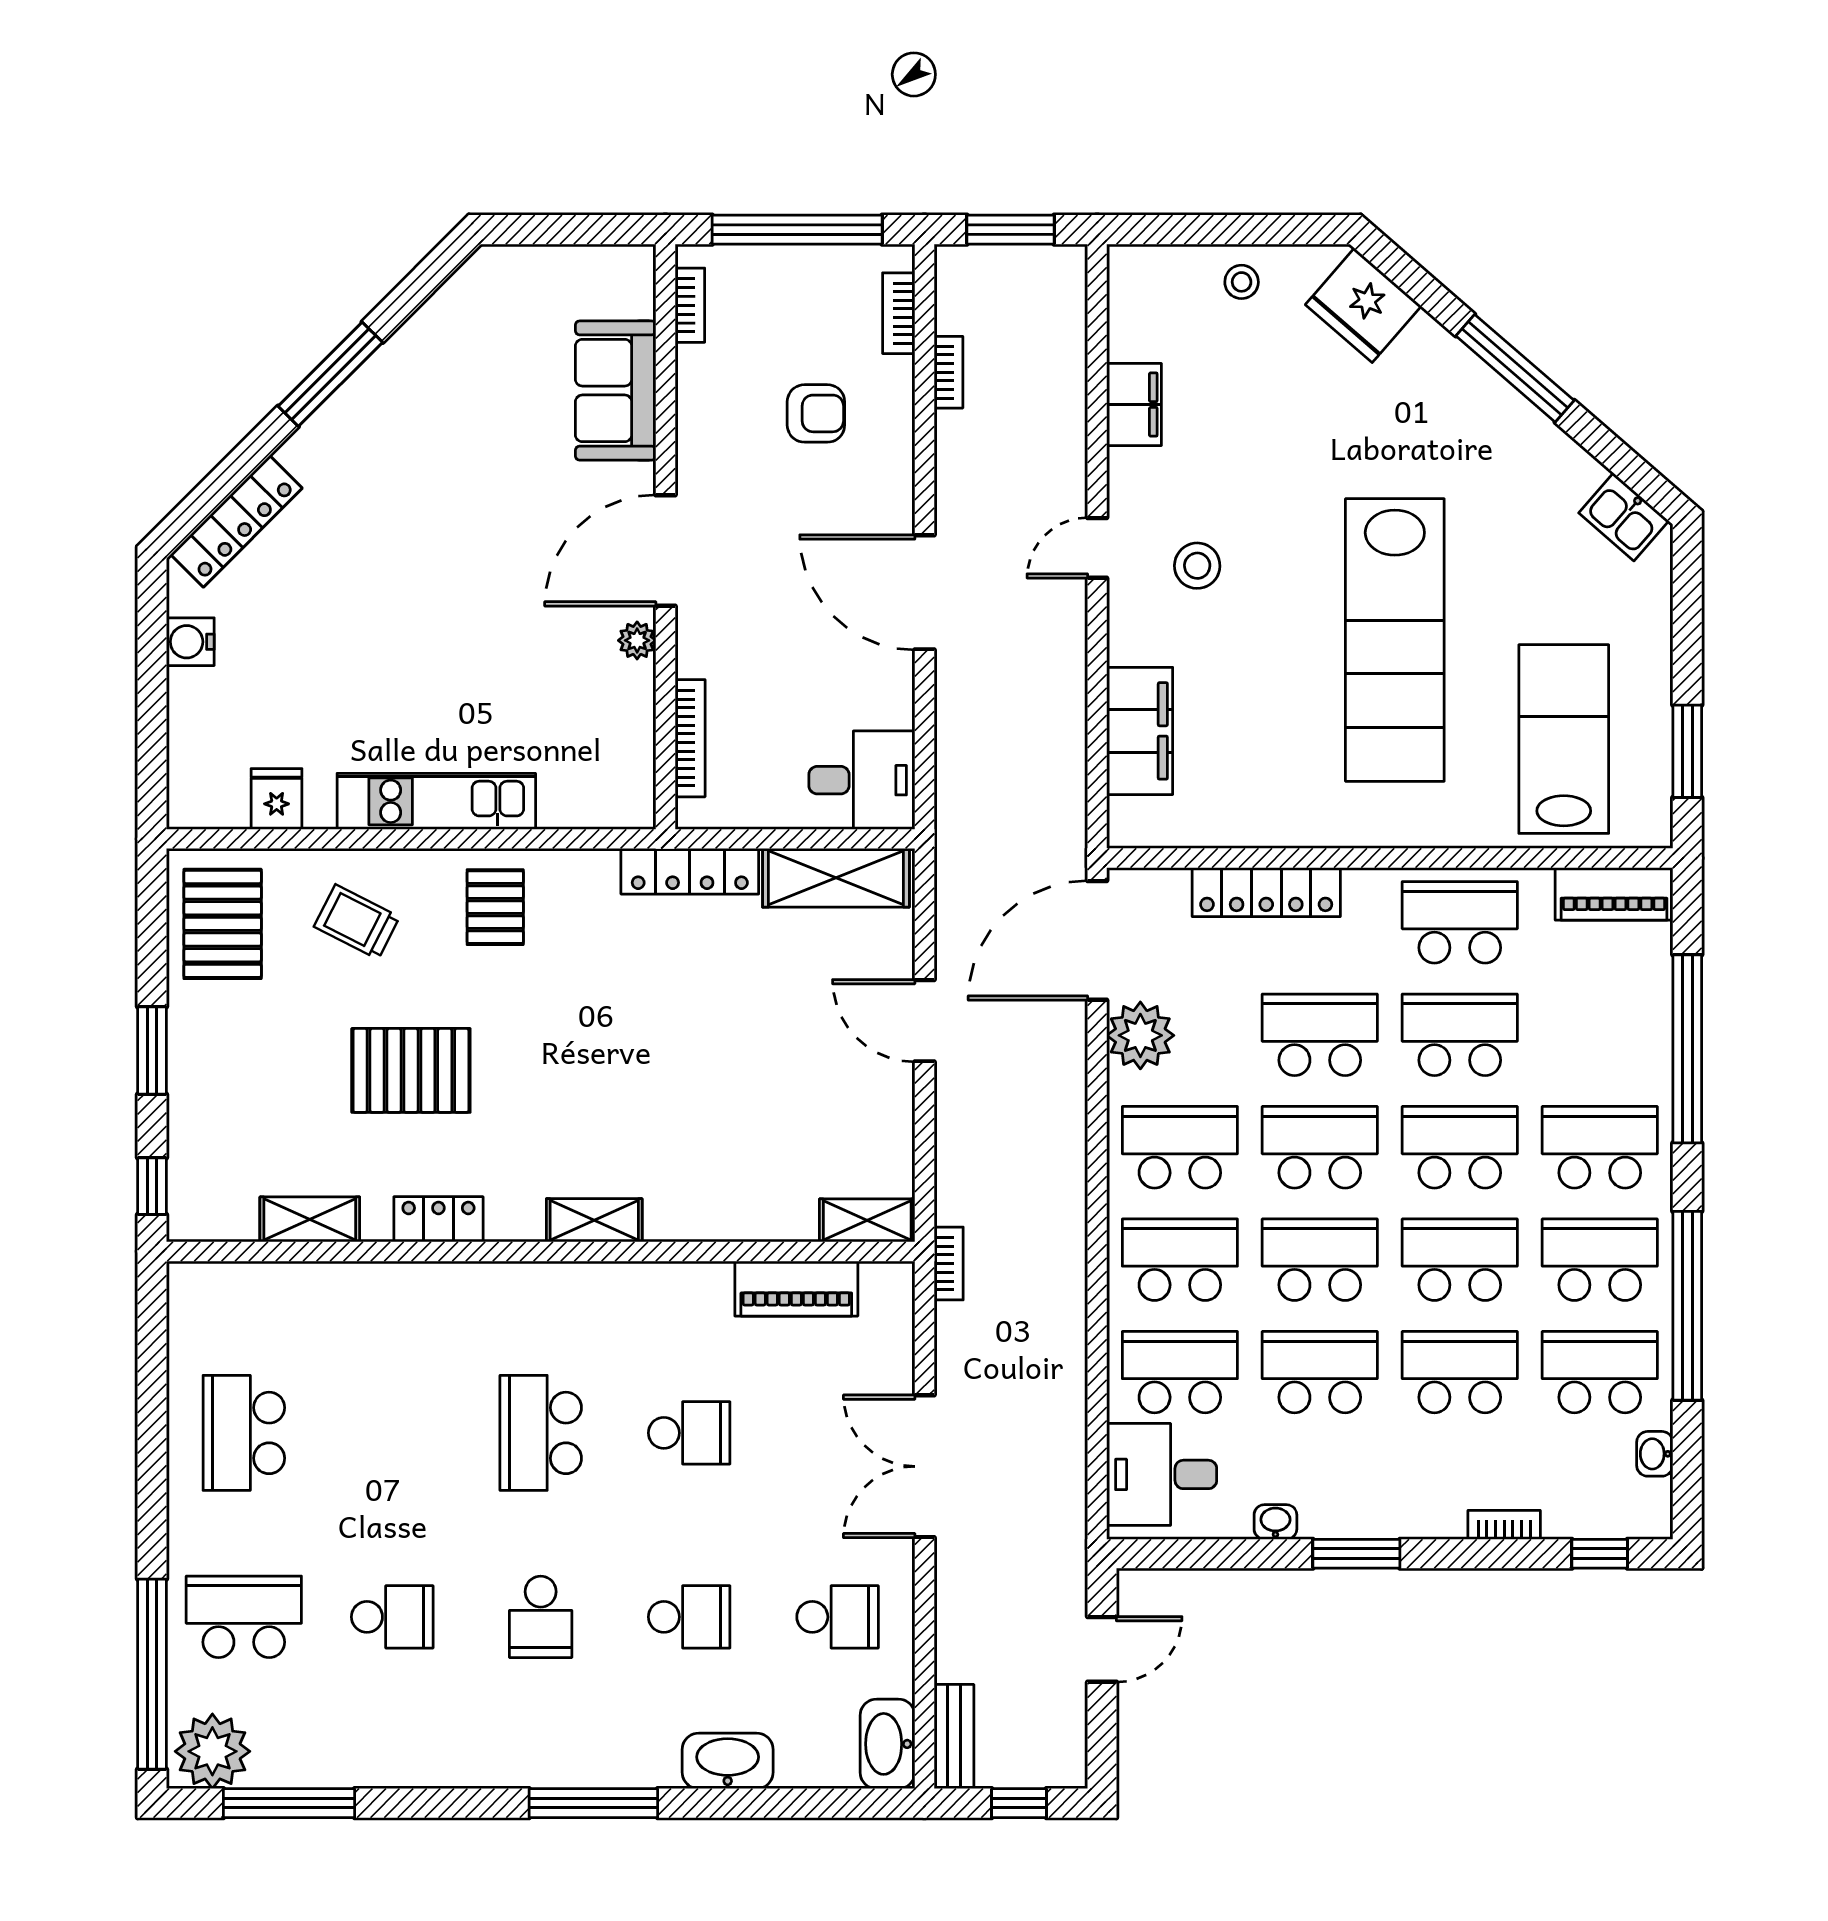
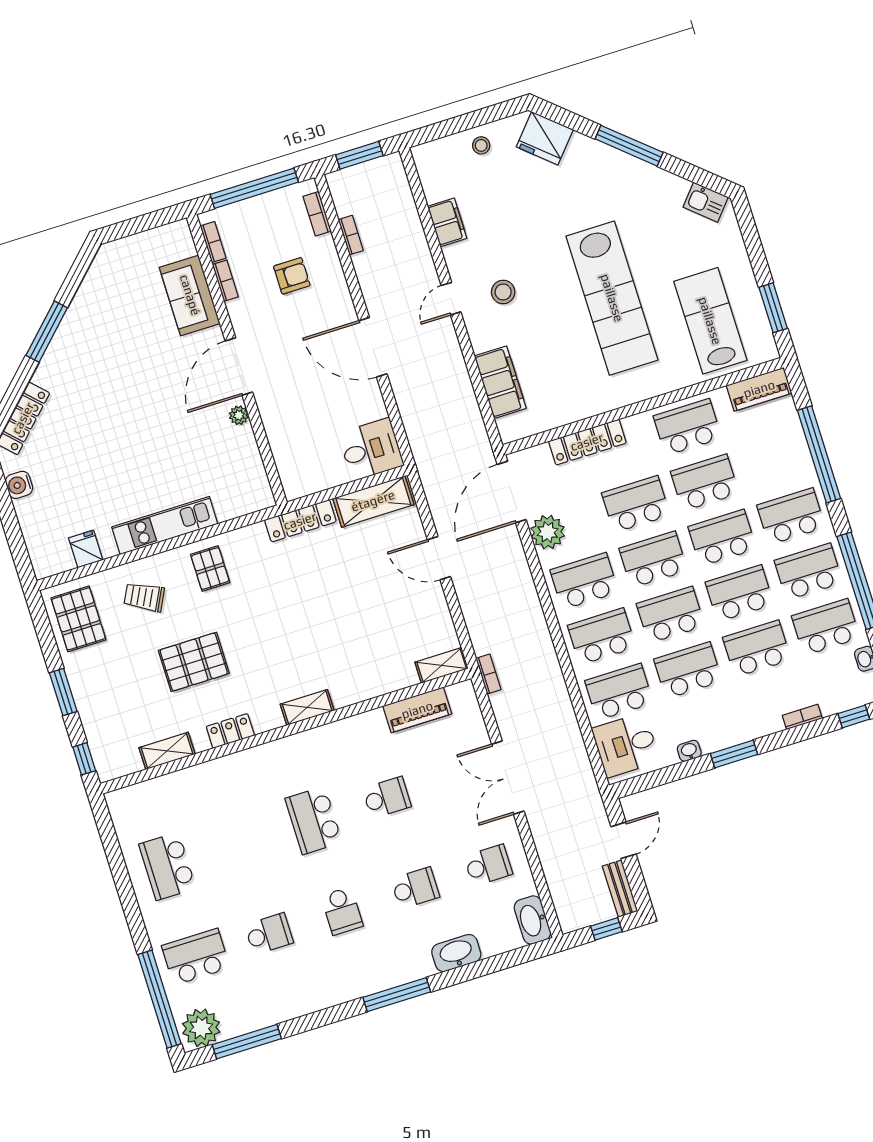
bookcase: (690, 738) -> (225, 281), moved, width x0.64
bench: (954, 1737) -> (620, 889), moved

